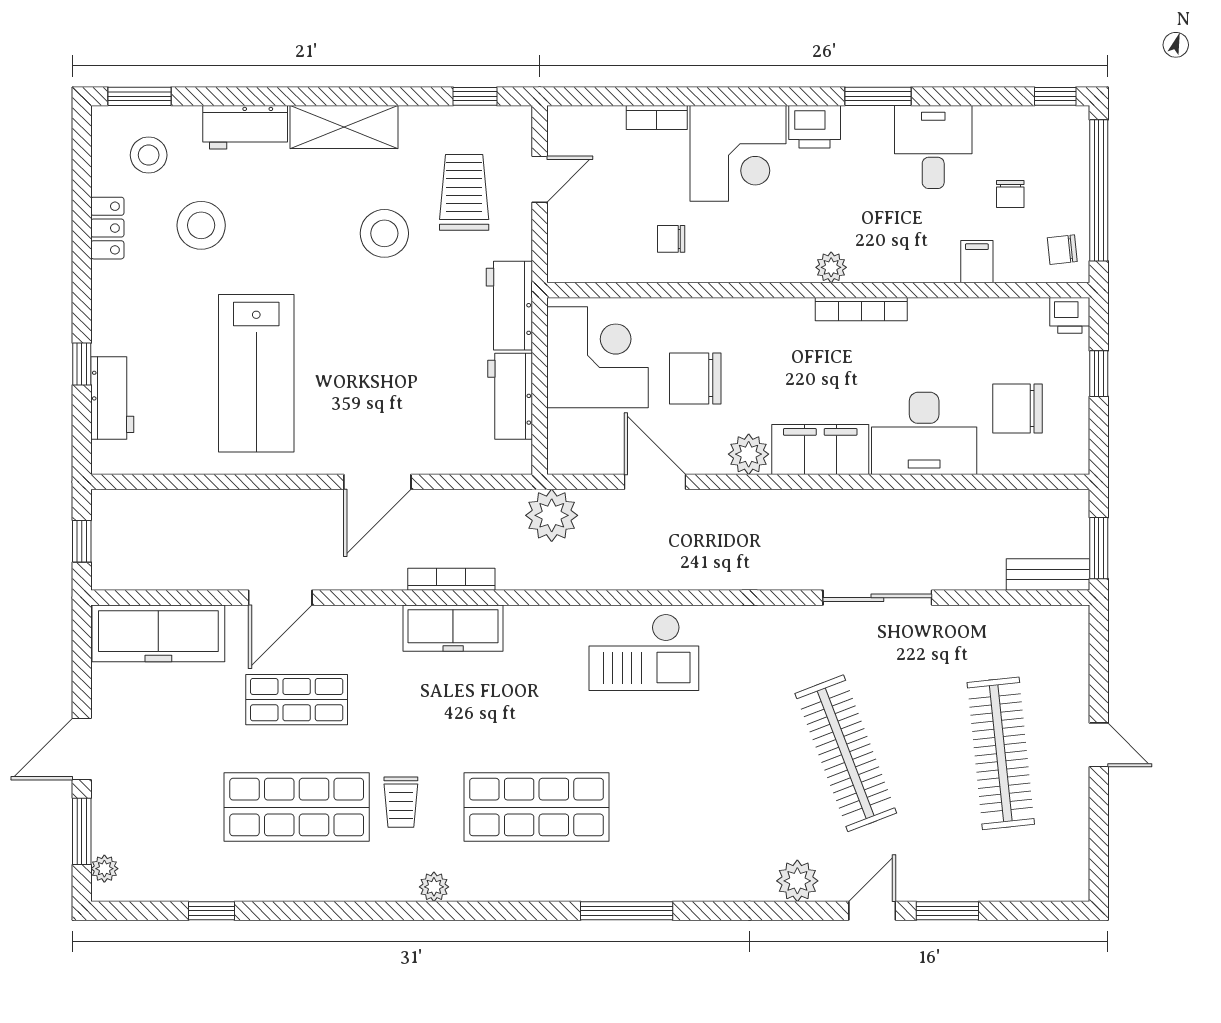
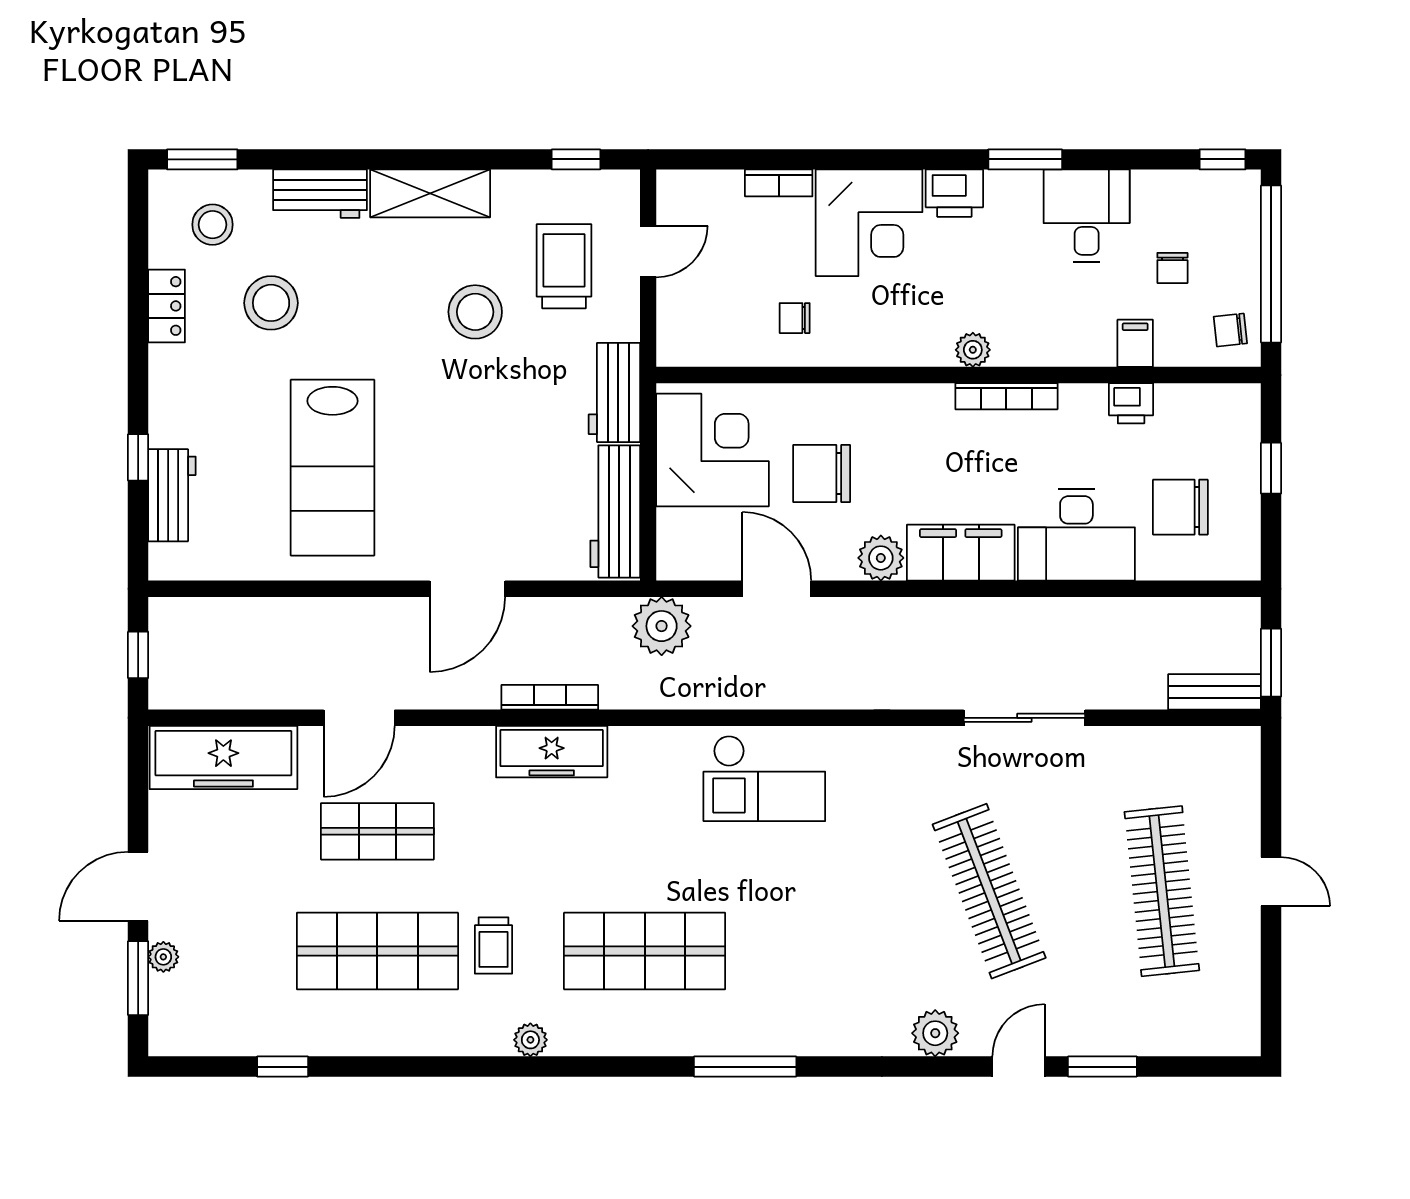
printer: (1070, 315) -> (1131, 403), moved
workbench: (510, 396) -> (615, 511), width x1.38
plant: (104, 869) -> (163, 957), moved

